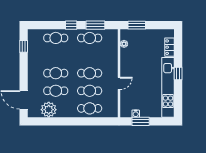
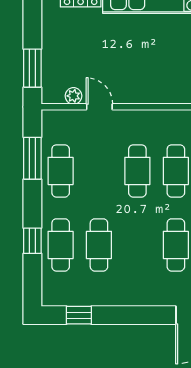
window: (71, 25) -> (32, 241), moved
cafe table: (56, 73) -> (99, 245), moved
door: (119, 83) -> (99, 107), moved

